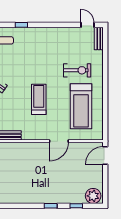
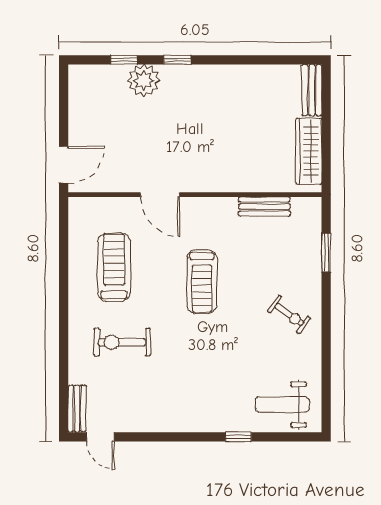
treadmill: (81, 106) -> (114, 267), width x0.73, depth x0.73
door: (59, 141) -> (160, 195), swing flipped
plant: (93, 196) -> (144, 80), moved

